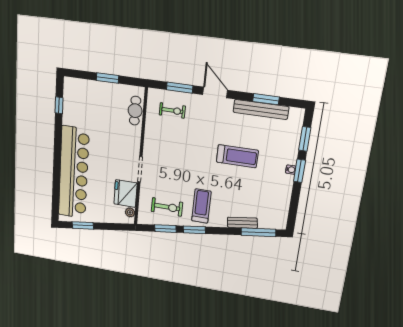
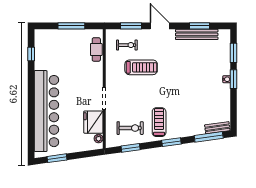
window: (108, 78) -> (71, 26), width x1.44
treadmill: (237, 156) -> (141, 67), moved
bench: (242, 223) -> (217, 128), moved
window: (194, 230) -> (171, 142), moved

